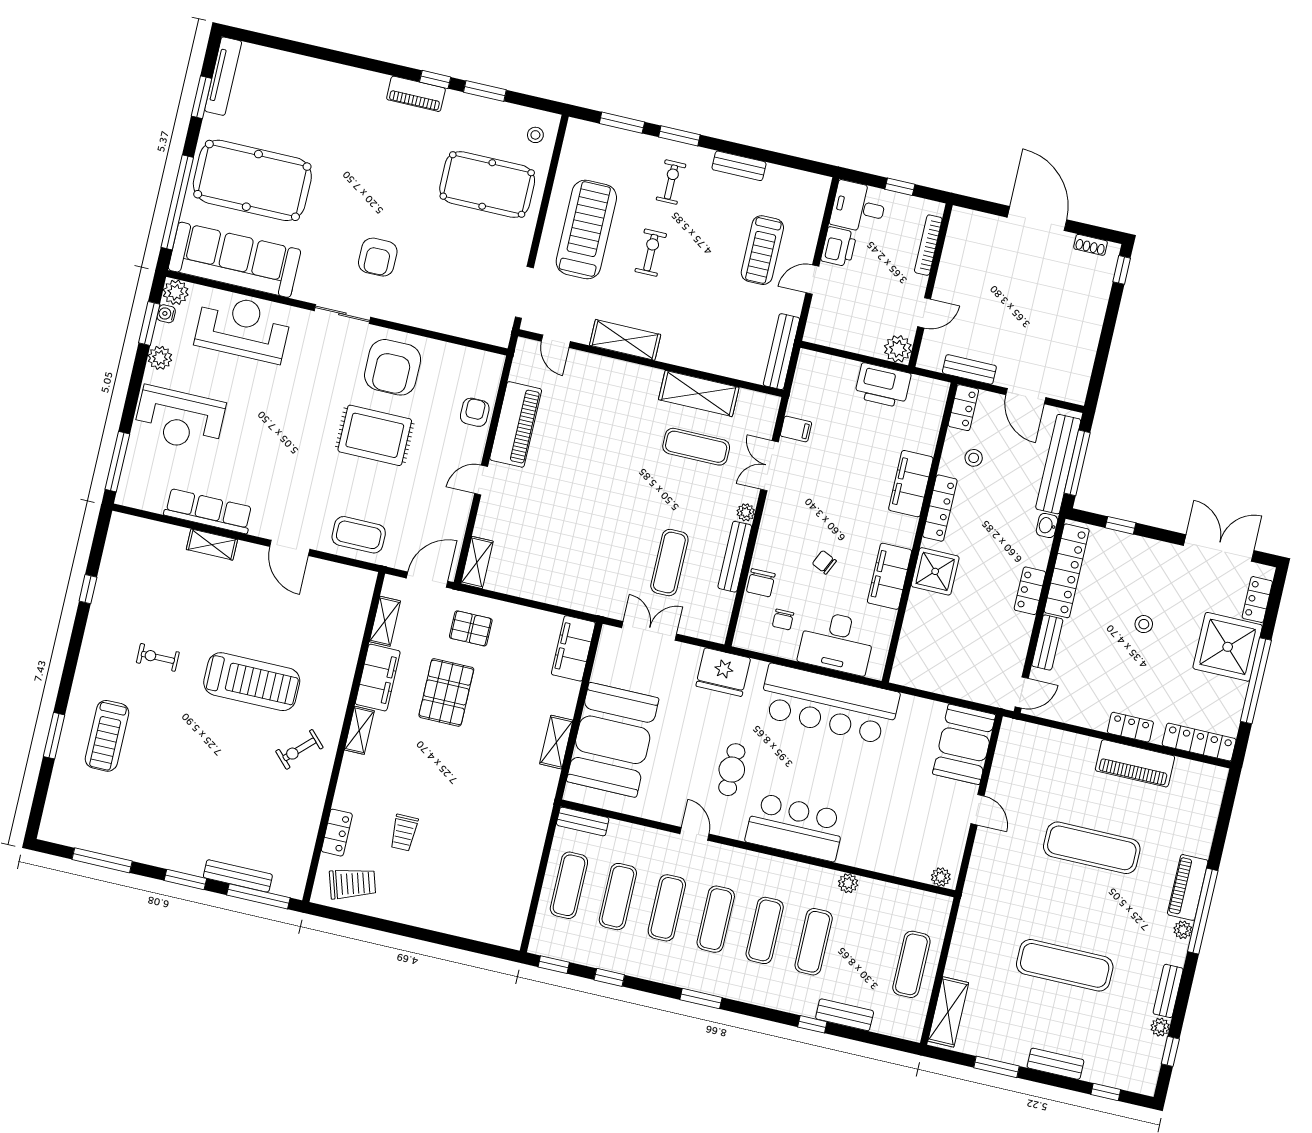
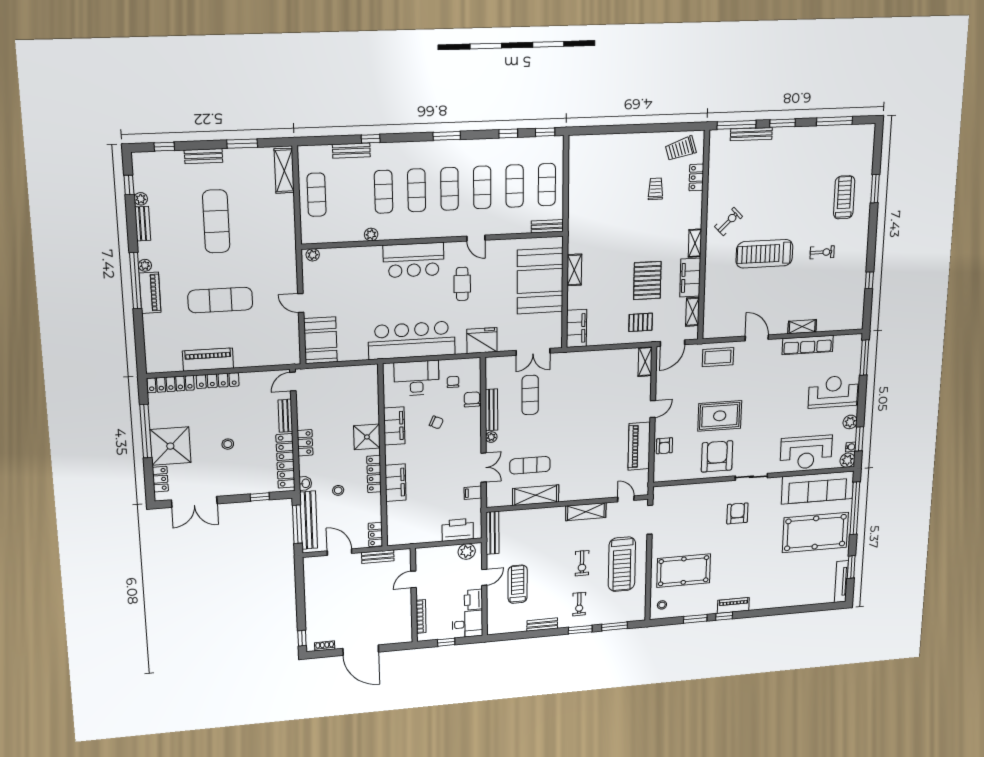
plant: (898, 349) -> (467, 552), moved
printer: (883, 385) -> (458, 530), moved
stool: (974, 458) -> (338, 490), moved
locker: (1130, 727) -> (218, 381), width x1.53
exercise mat: (1065, 965) -> (216, 221), turned 90

